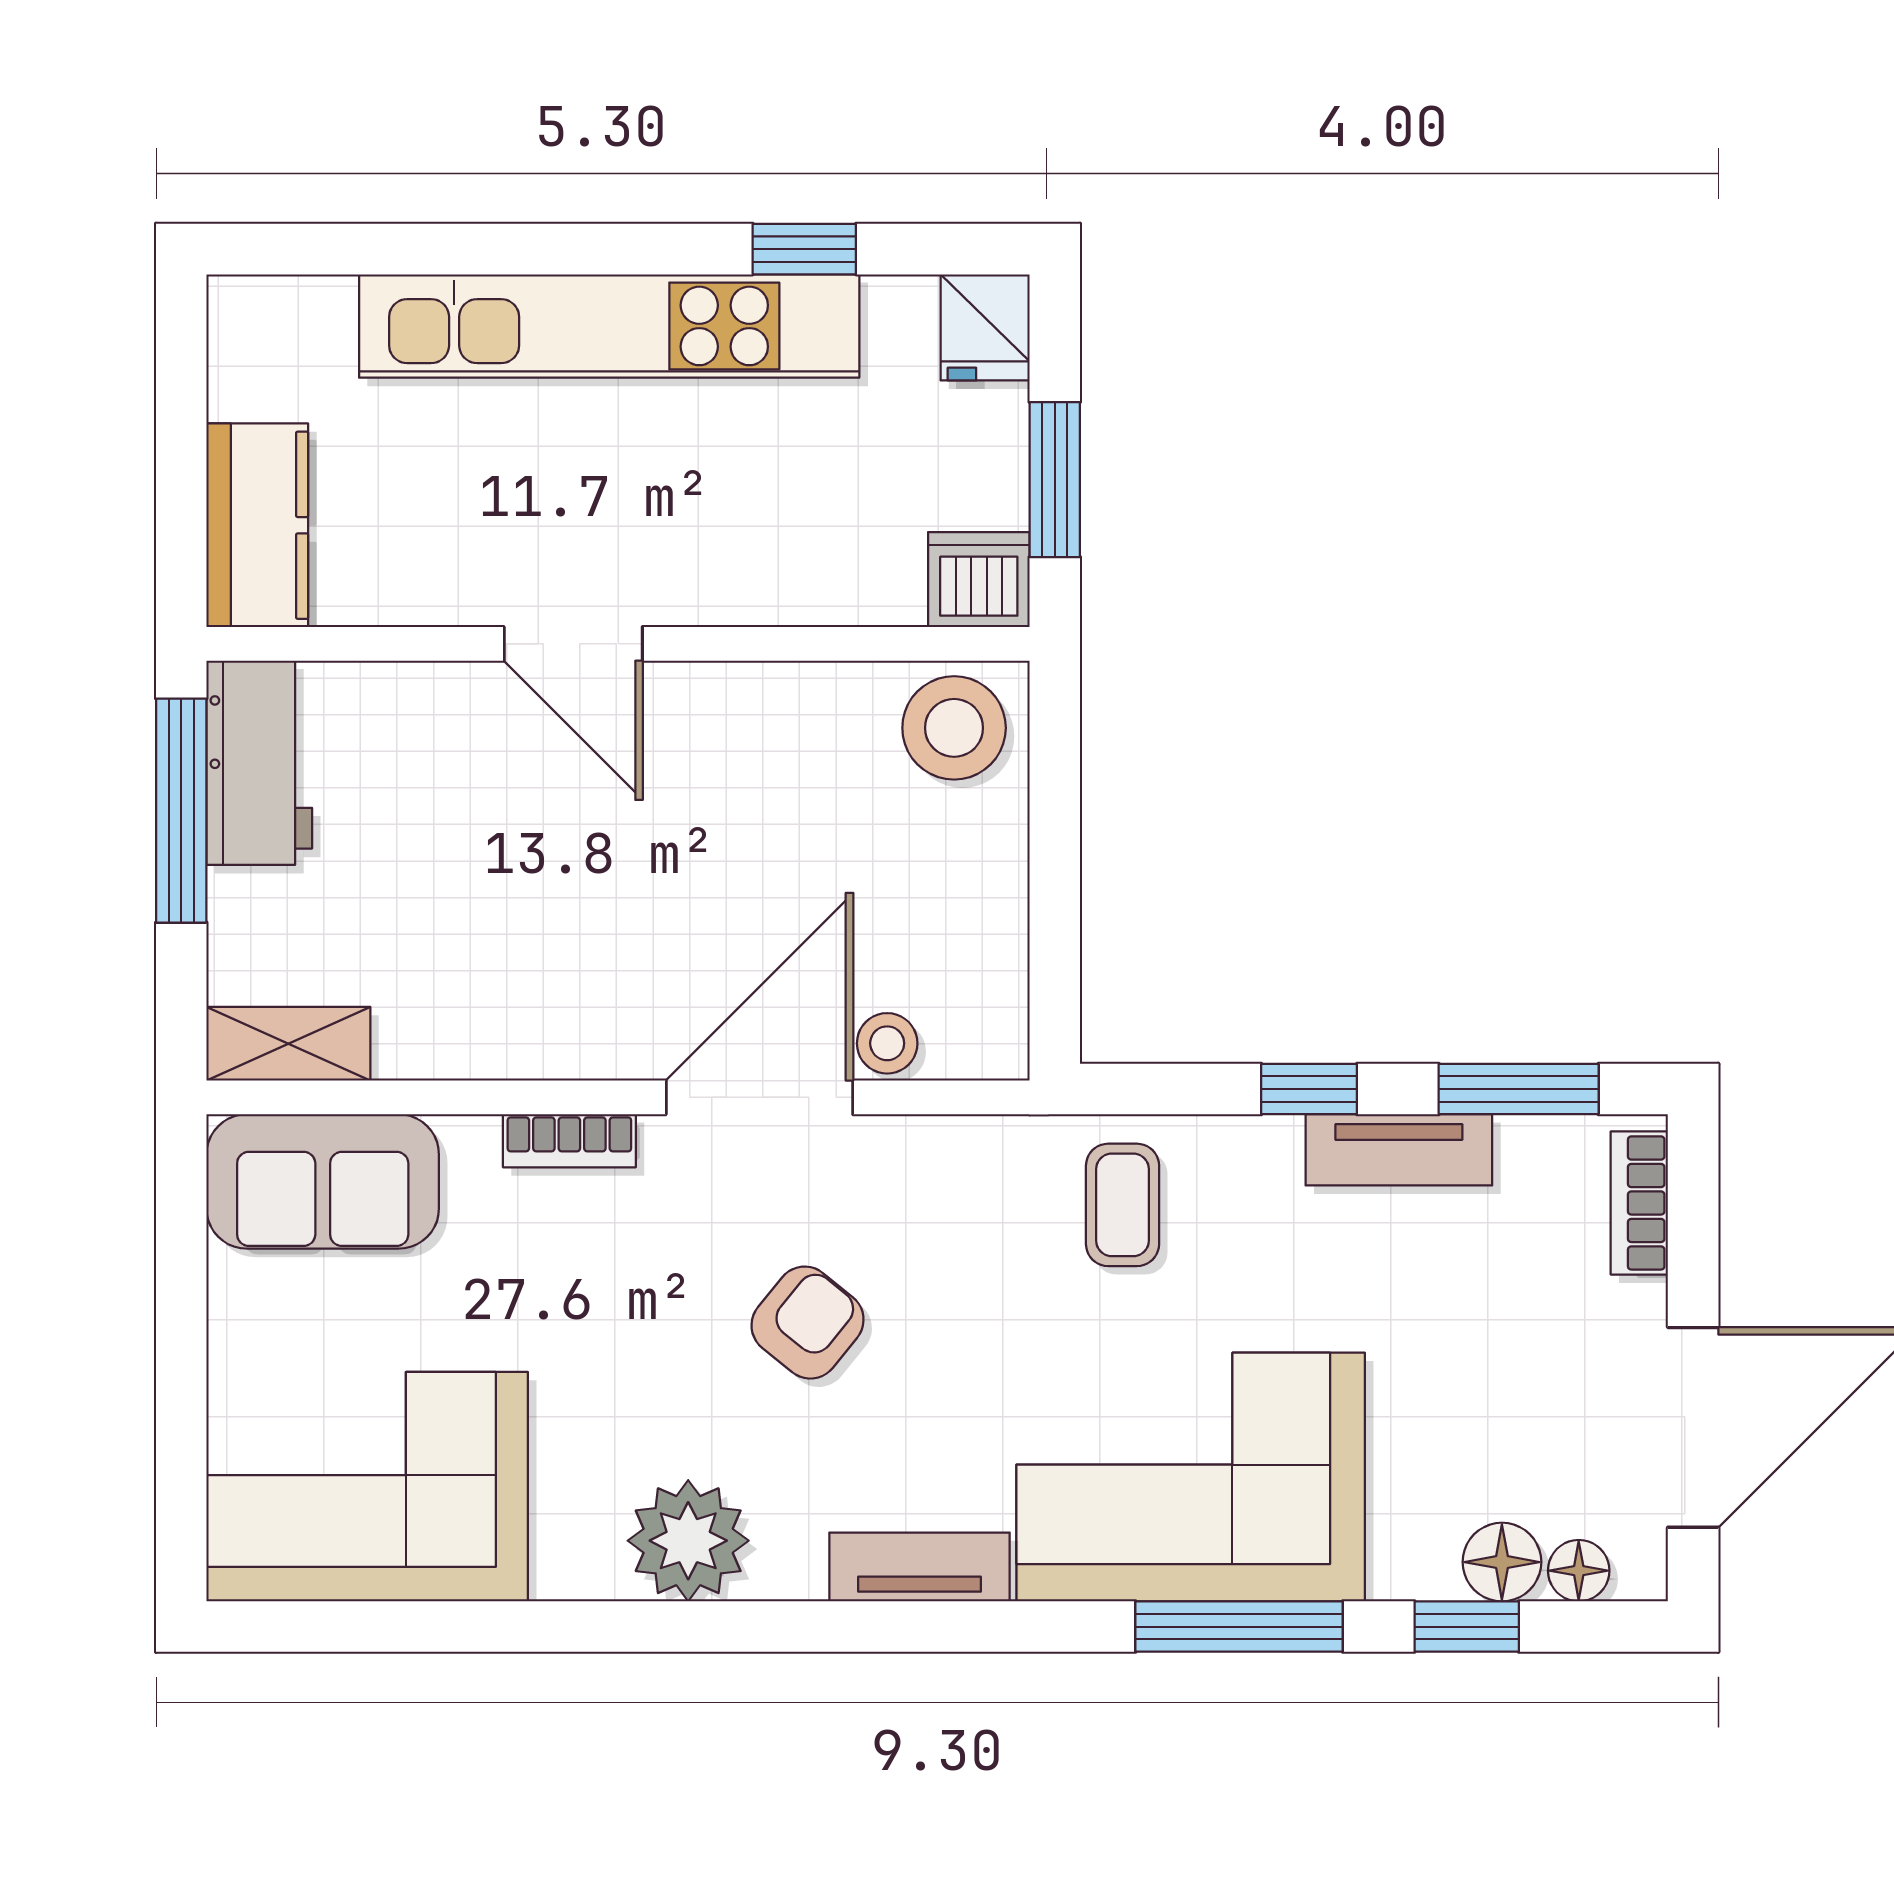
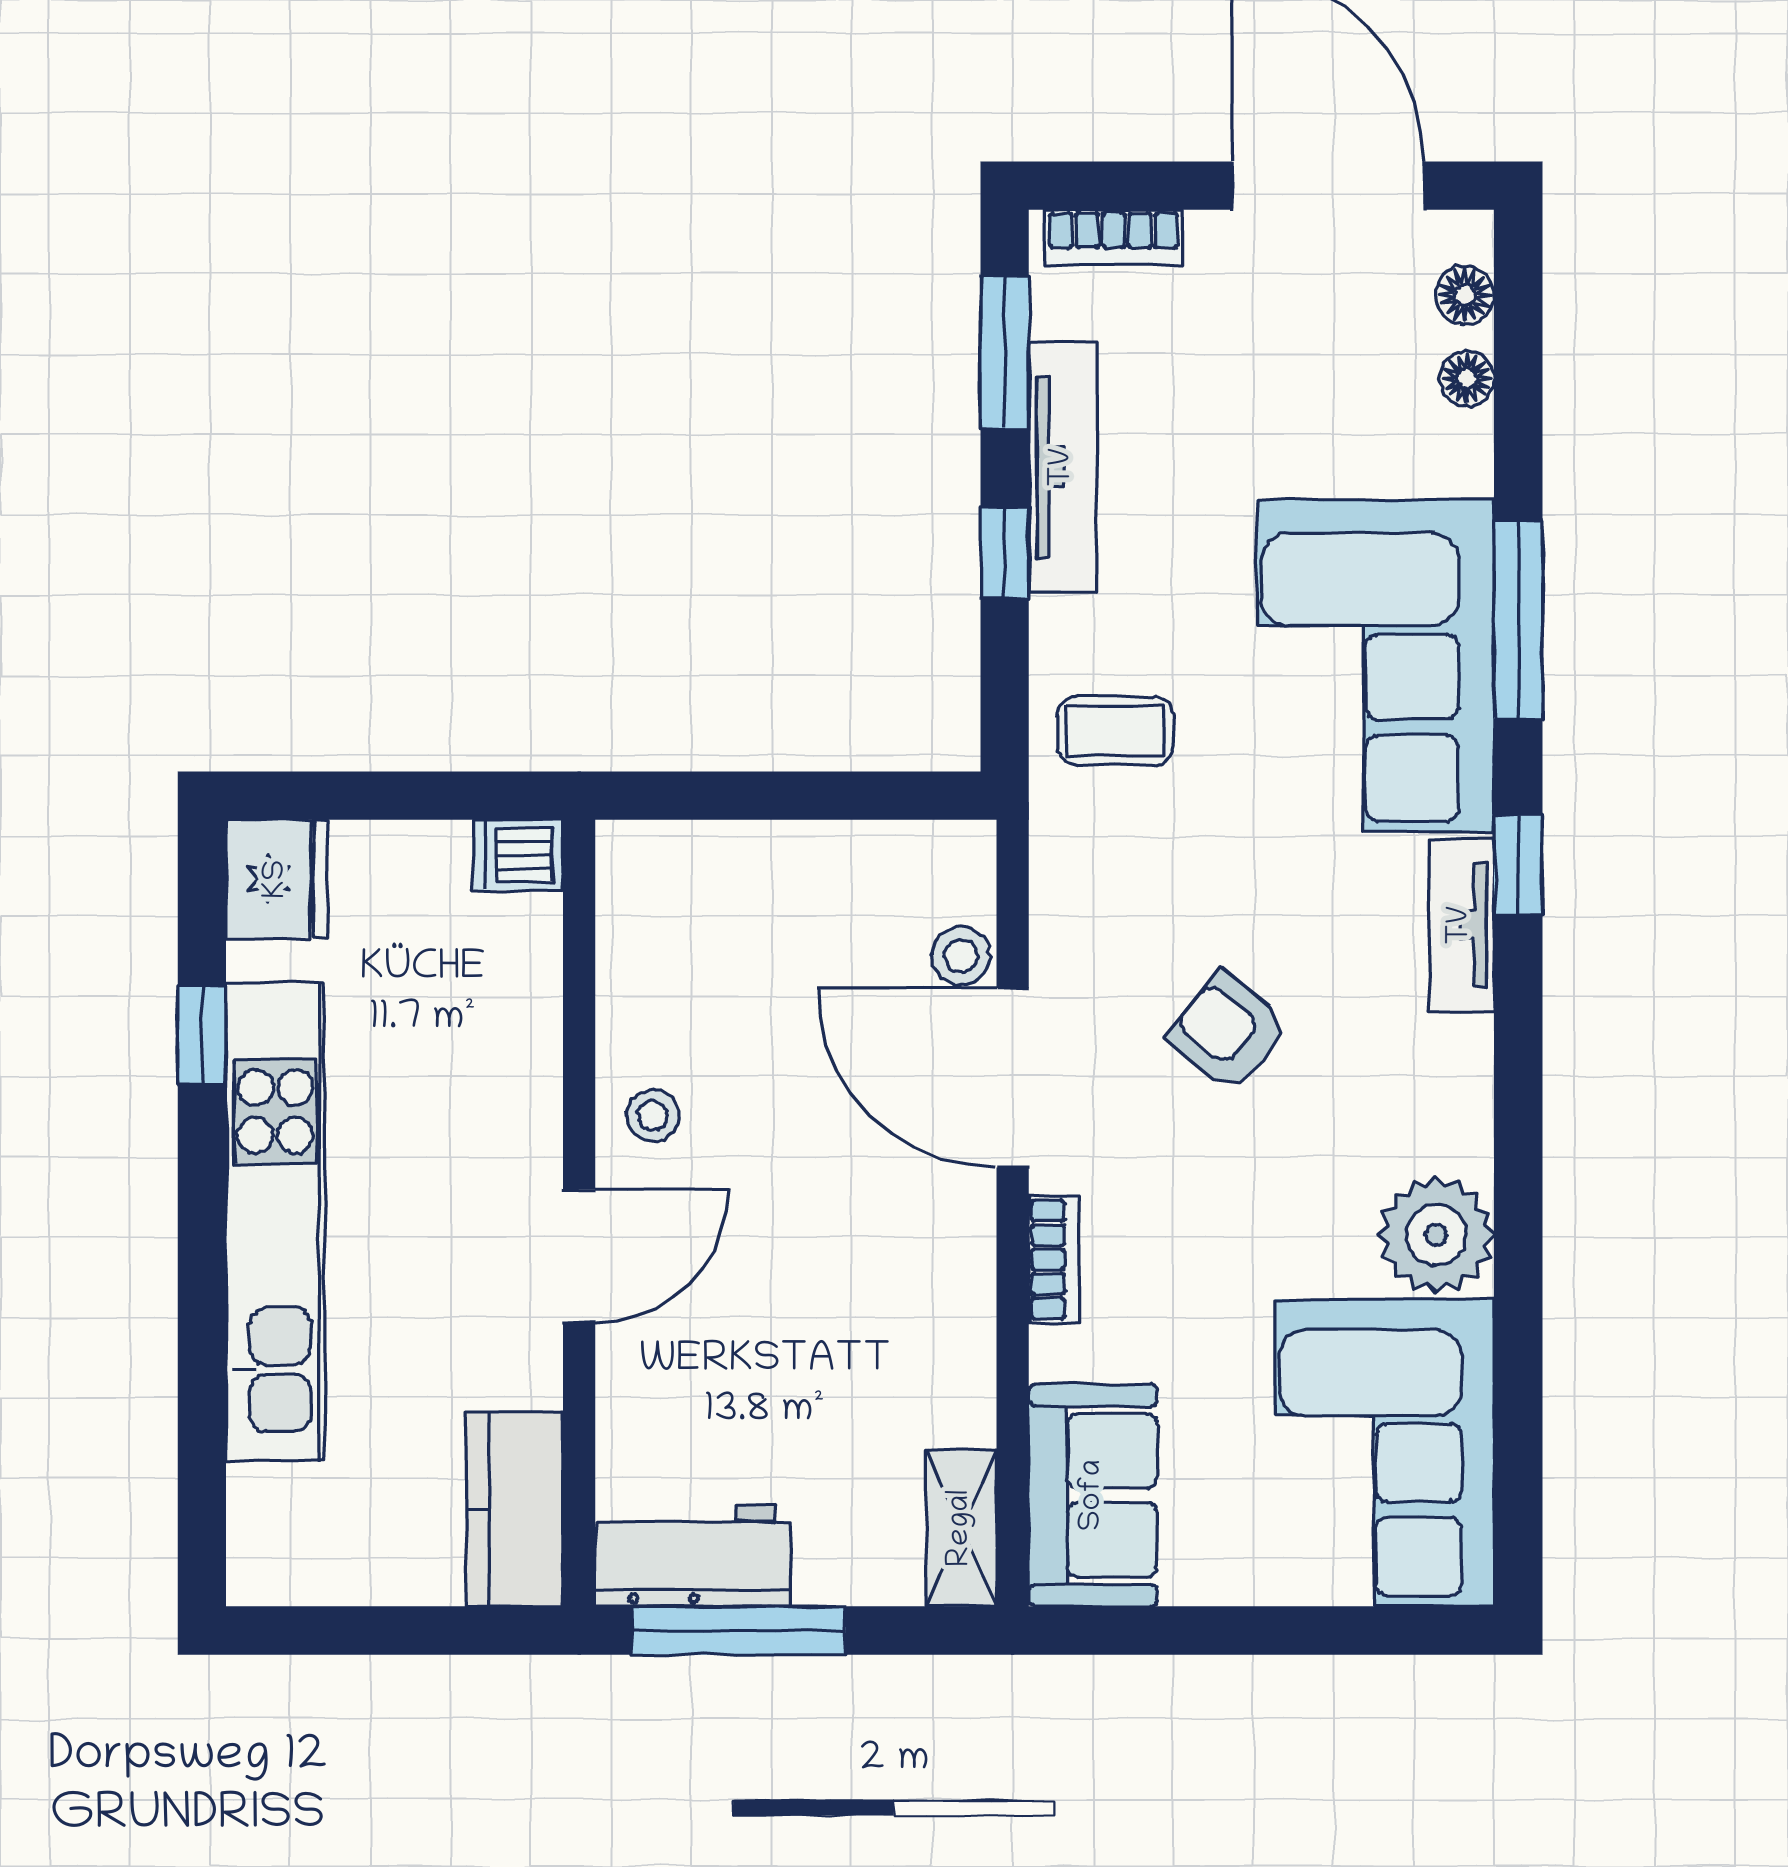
fridge: (985, 327) -> (277, 879), width x1.38
window: (1055, 480) -> (422, 796), removed
kitchen counter: (257, 525) -> (514, 1509), moved, turned -90
dishwasher: (979, 580) -> (518, 855), width x0.73
stool: (954, 728) -> (653, 1116), moved, width x0.53, depth x0.53
tv unit: (1399, 1150) -> (1063, 467), width x1.41
plant: (688, 1541) -> (1436, 1235), moved
floor lamp: (1502, 1562) -> (1467, 378), width x0.73, depth x0.73
window: (1467, 1627) -> (1518, 865), moved

